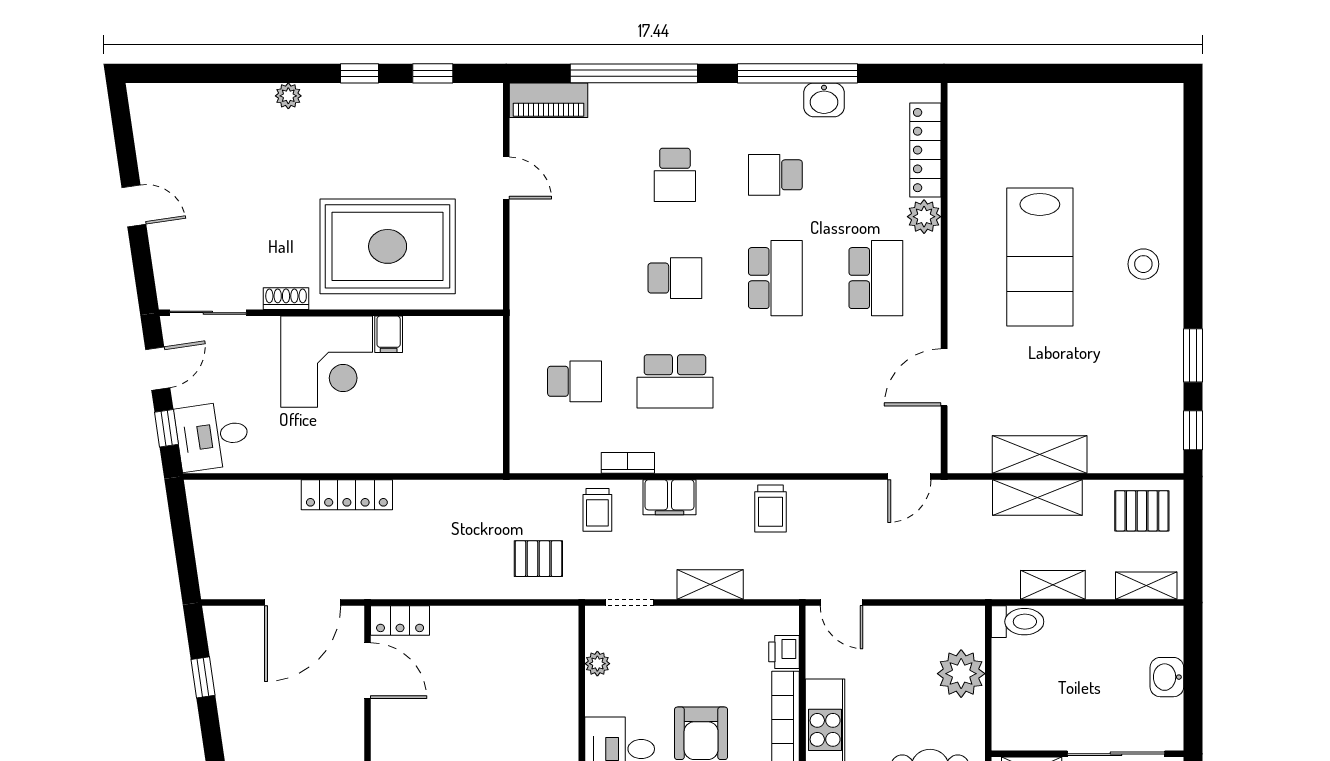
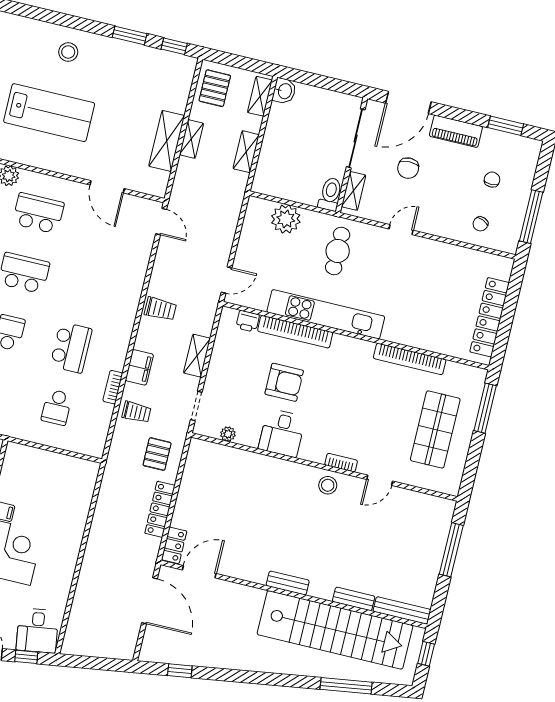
school desk: (575, 381) -> (57, 407), turned 180
locker: (347, 495) -> (160, 509), moved, turned 180
shelving: (1037, 498) -> (191, 139), width x0.67, depth x0.75
toilet: (1018, 622) -> (330, 194), moved
washbasin: (1167, 677) -> (284, 91), moved, turned -90

